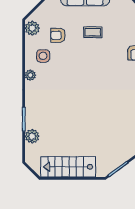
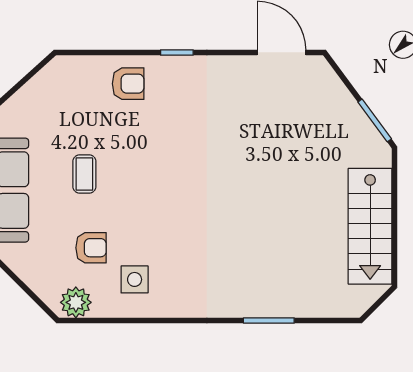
armchair: (58, 35) -> (91, 248), turned -90
plant: (30, 75) -> (176, 307), removed
plant: (32, 136) -> (305, 303), removed

